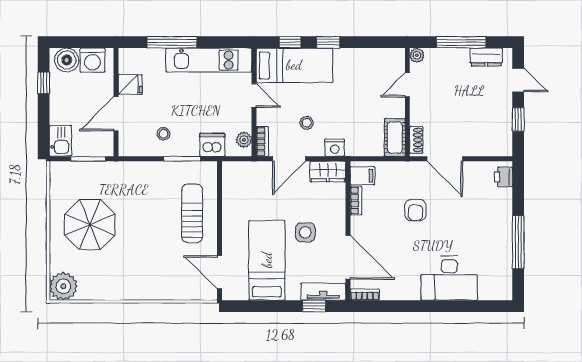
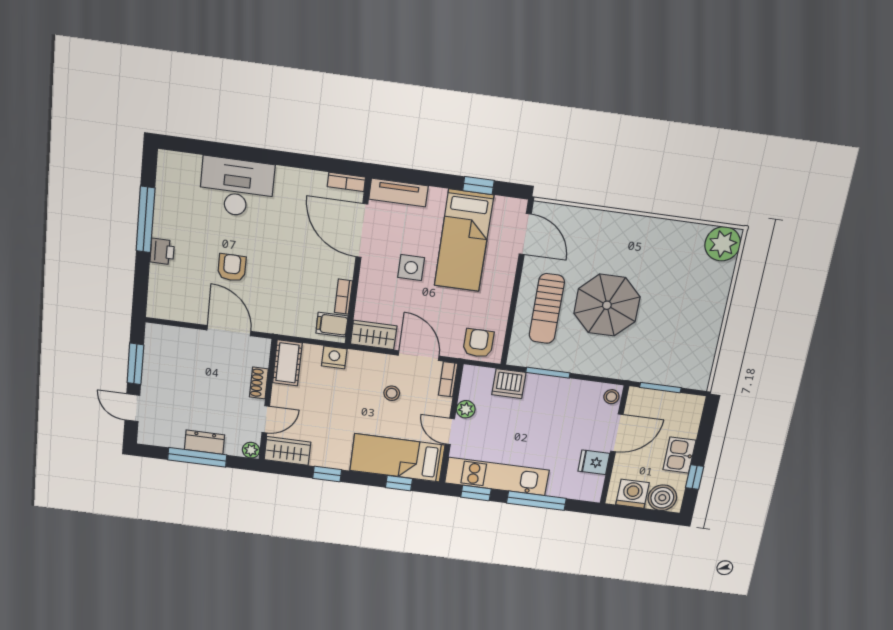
window: (224, 42) -> (476, 493), added
window: (328, 42) -> (327, 474), moved
dresser: (486, 57) -> (205, 442), moved
wardrobe: (386, 59) -> (288, 451), added
window: (518, 119) -> (135, 364), width x1.50
stool: (163, 134) -> (611, 397), moved
plant: (244, 140) -> (466, 409), moved
shoe rack: (416, 140) -> (259, 383), moved
kitchen sink: (60, 141) -> (679, 455), moved
nightstand: (335, 148) -> (334, 357), moved
door: (289, 159) -> (419, 356), hinge flipped
armchair: (242, 176) -> (478, 343), added
printer: (503, 177) -> (162, 251), moved
armchair: (415, 210) -> (232, 268), moved
parasol: (90, 225) -> (607, 305), moved
window: (314, 306) -> (478, 185), moved

